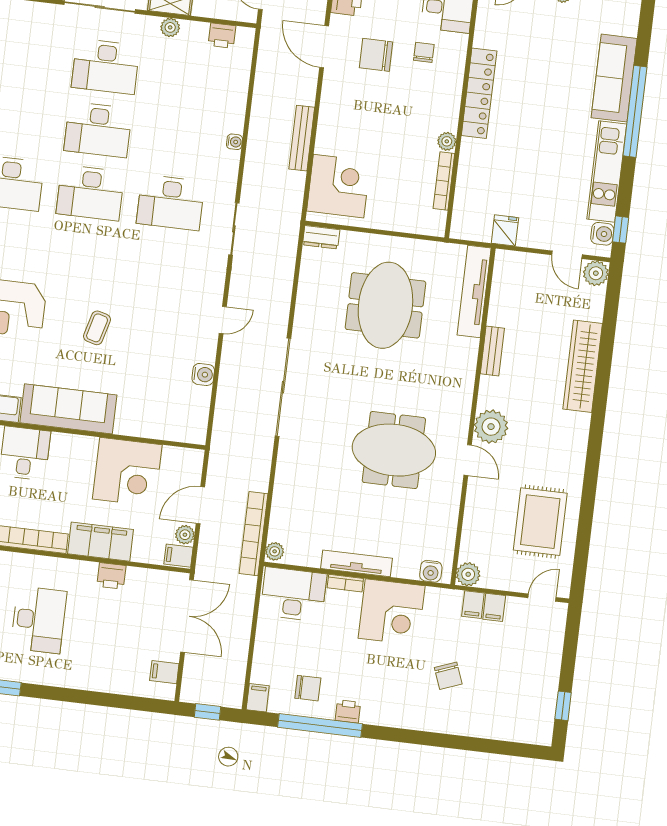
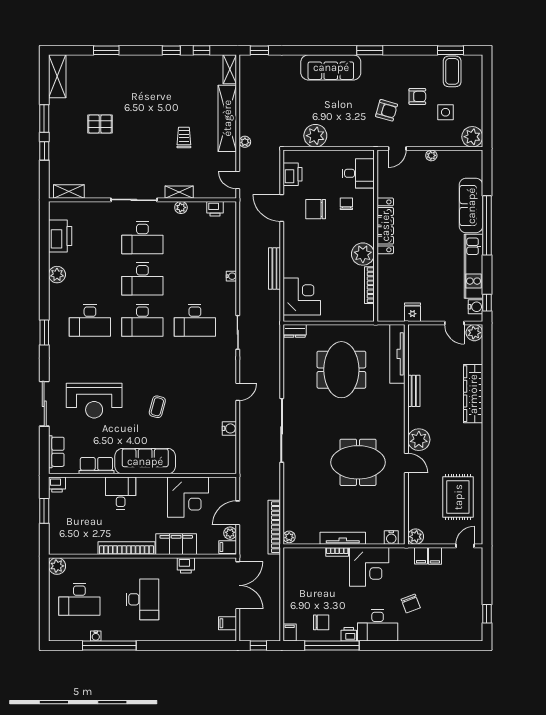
plant: (447, 141) -> (363, 254), width x1.88, depth x1.88
desk: (293, 594) -> (378, 625), moved, turned 180

